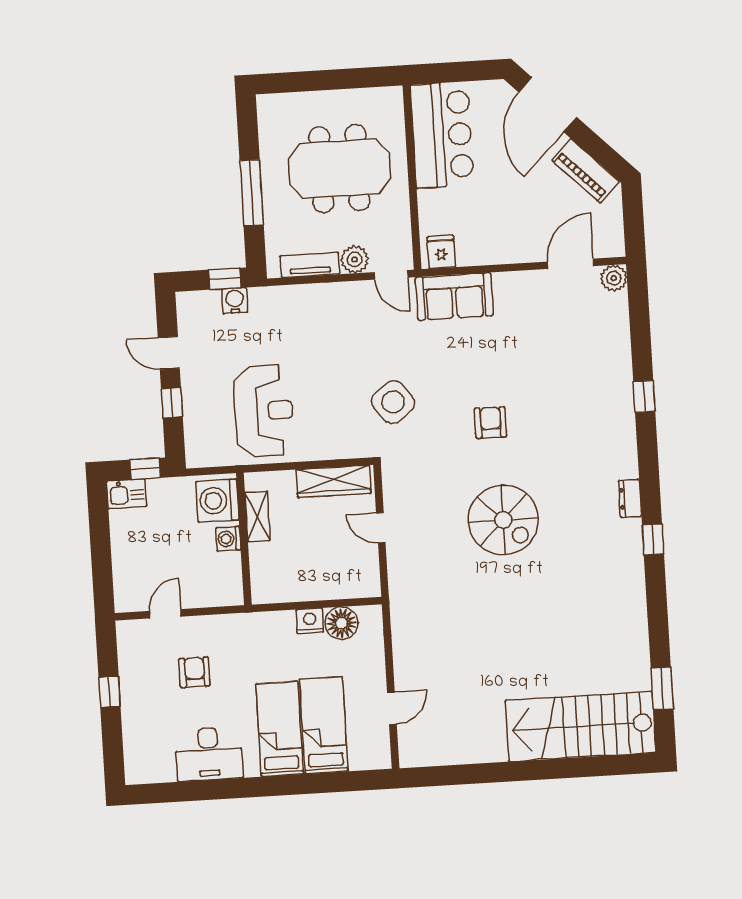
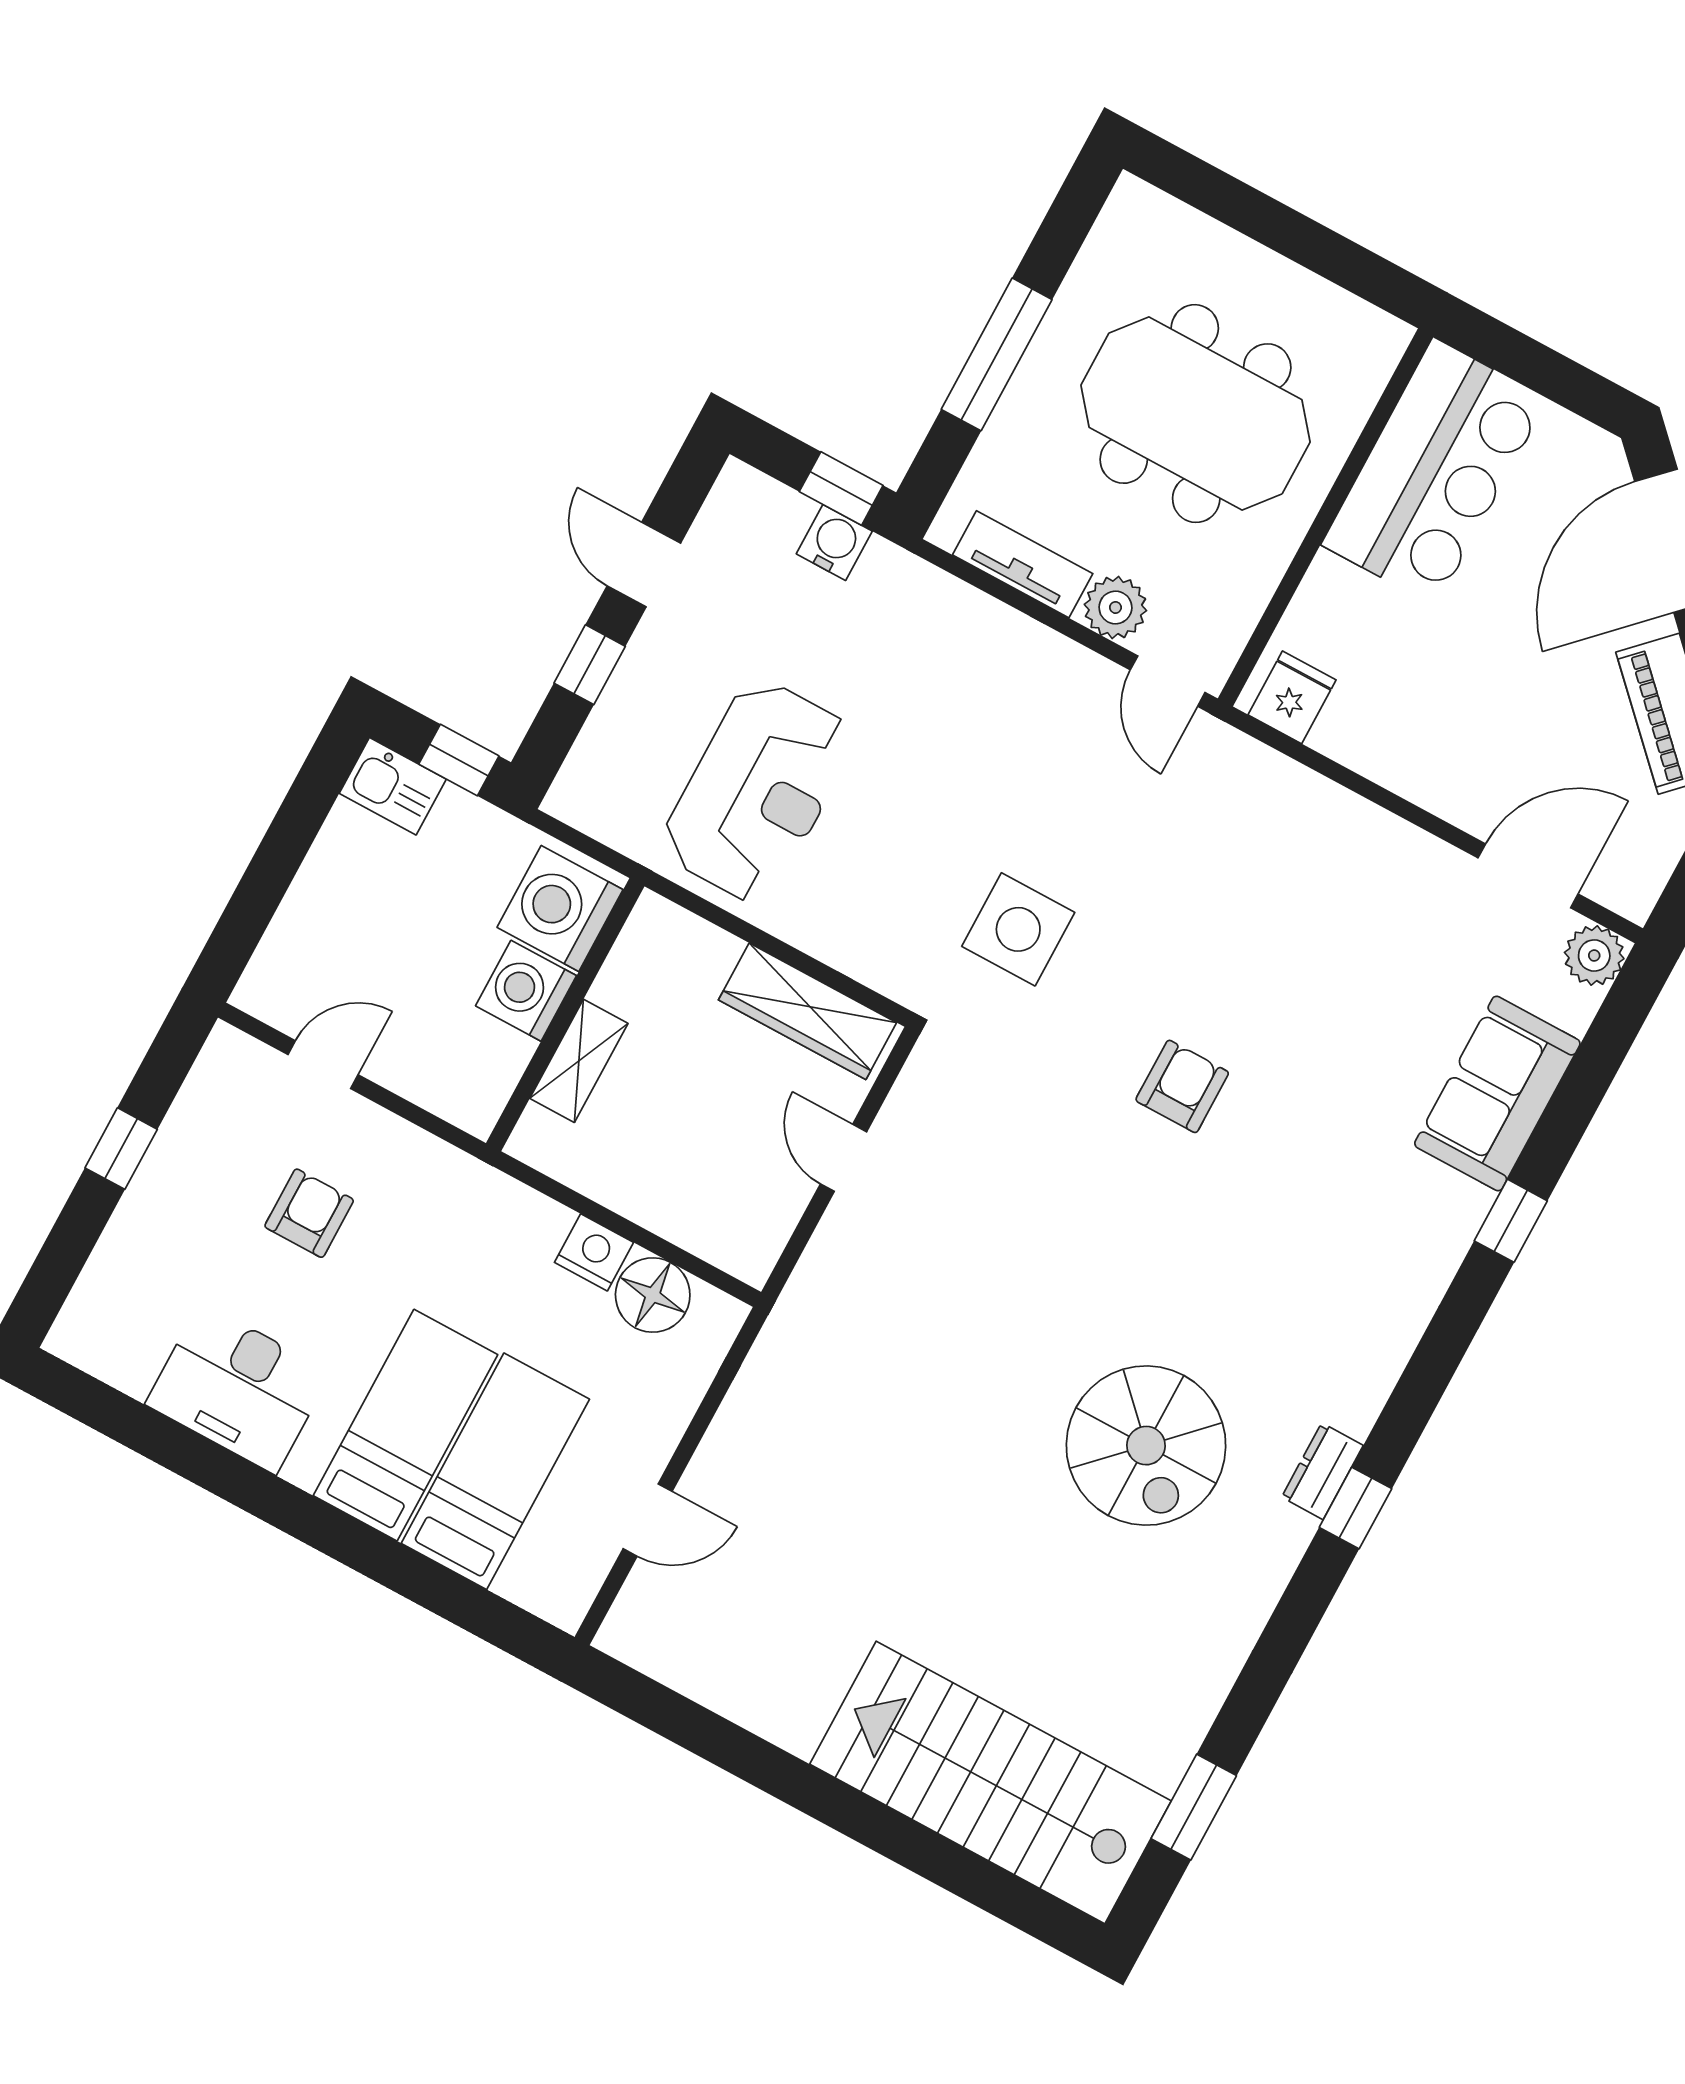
sofa: (454, 297) -> (1497, 1093), moved, turned 90
side table: (393, 402) -> (1018, 929), turned 37
dresser: (630, 498) -> (1322, 1471), moved
shelving: (258, 517) -> (579, 1061), moved
spiral stairs: (503, 520) -> (1146, 1446), moved
washing machine: (228, 539) -> (526, 991), width x1.38, depth x1.38

